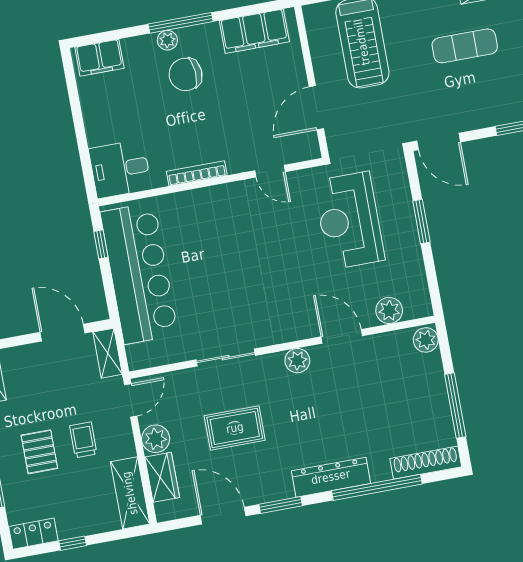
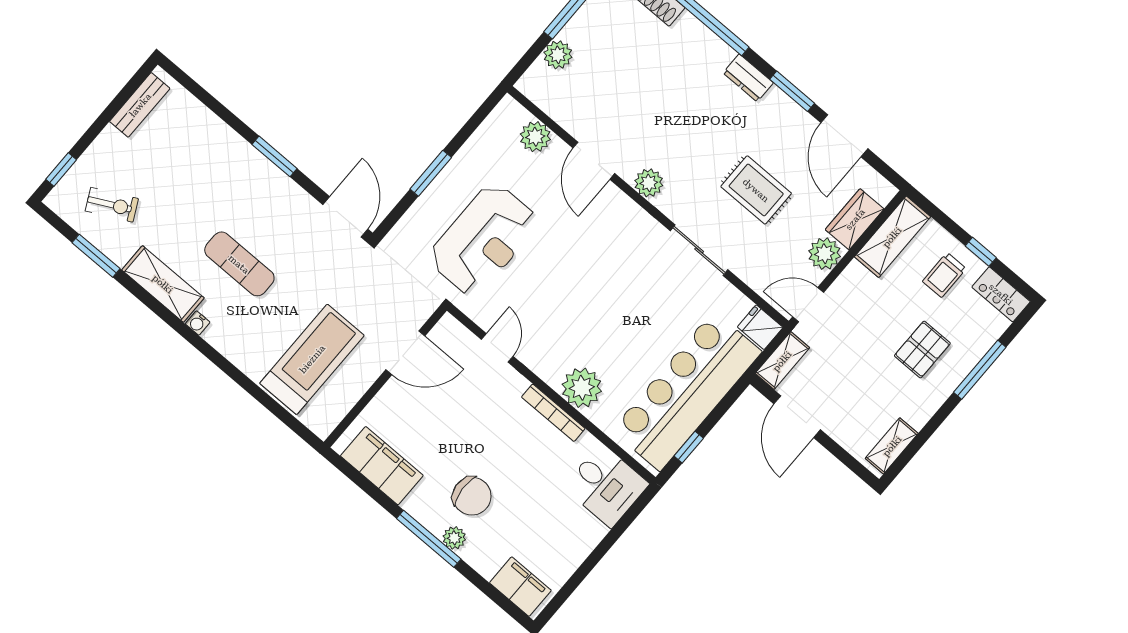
plant: (198, 206) -> (582, 388), added
plant: (426, 340) -> (558, 55), moved
fridge: (142, 356) -> (760, 327), added
trolley: (83, 440) -> (944, 275), moved
dresser: (331, 477) -> (748, 78), width x0.51, depth x0.80

